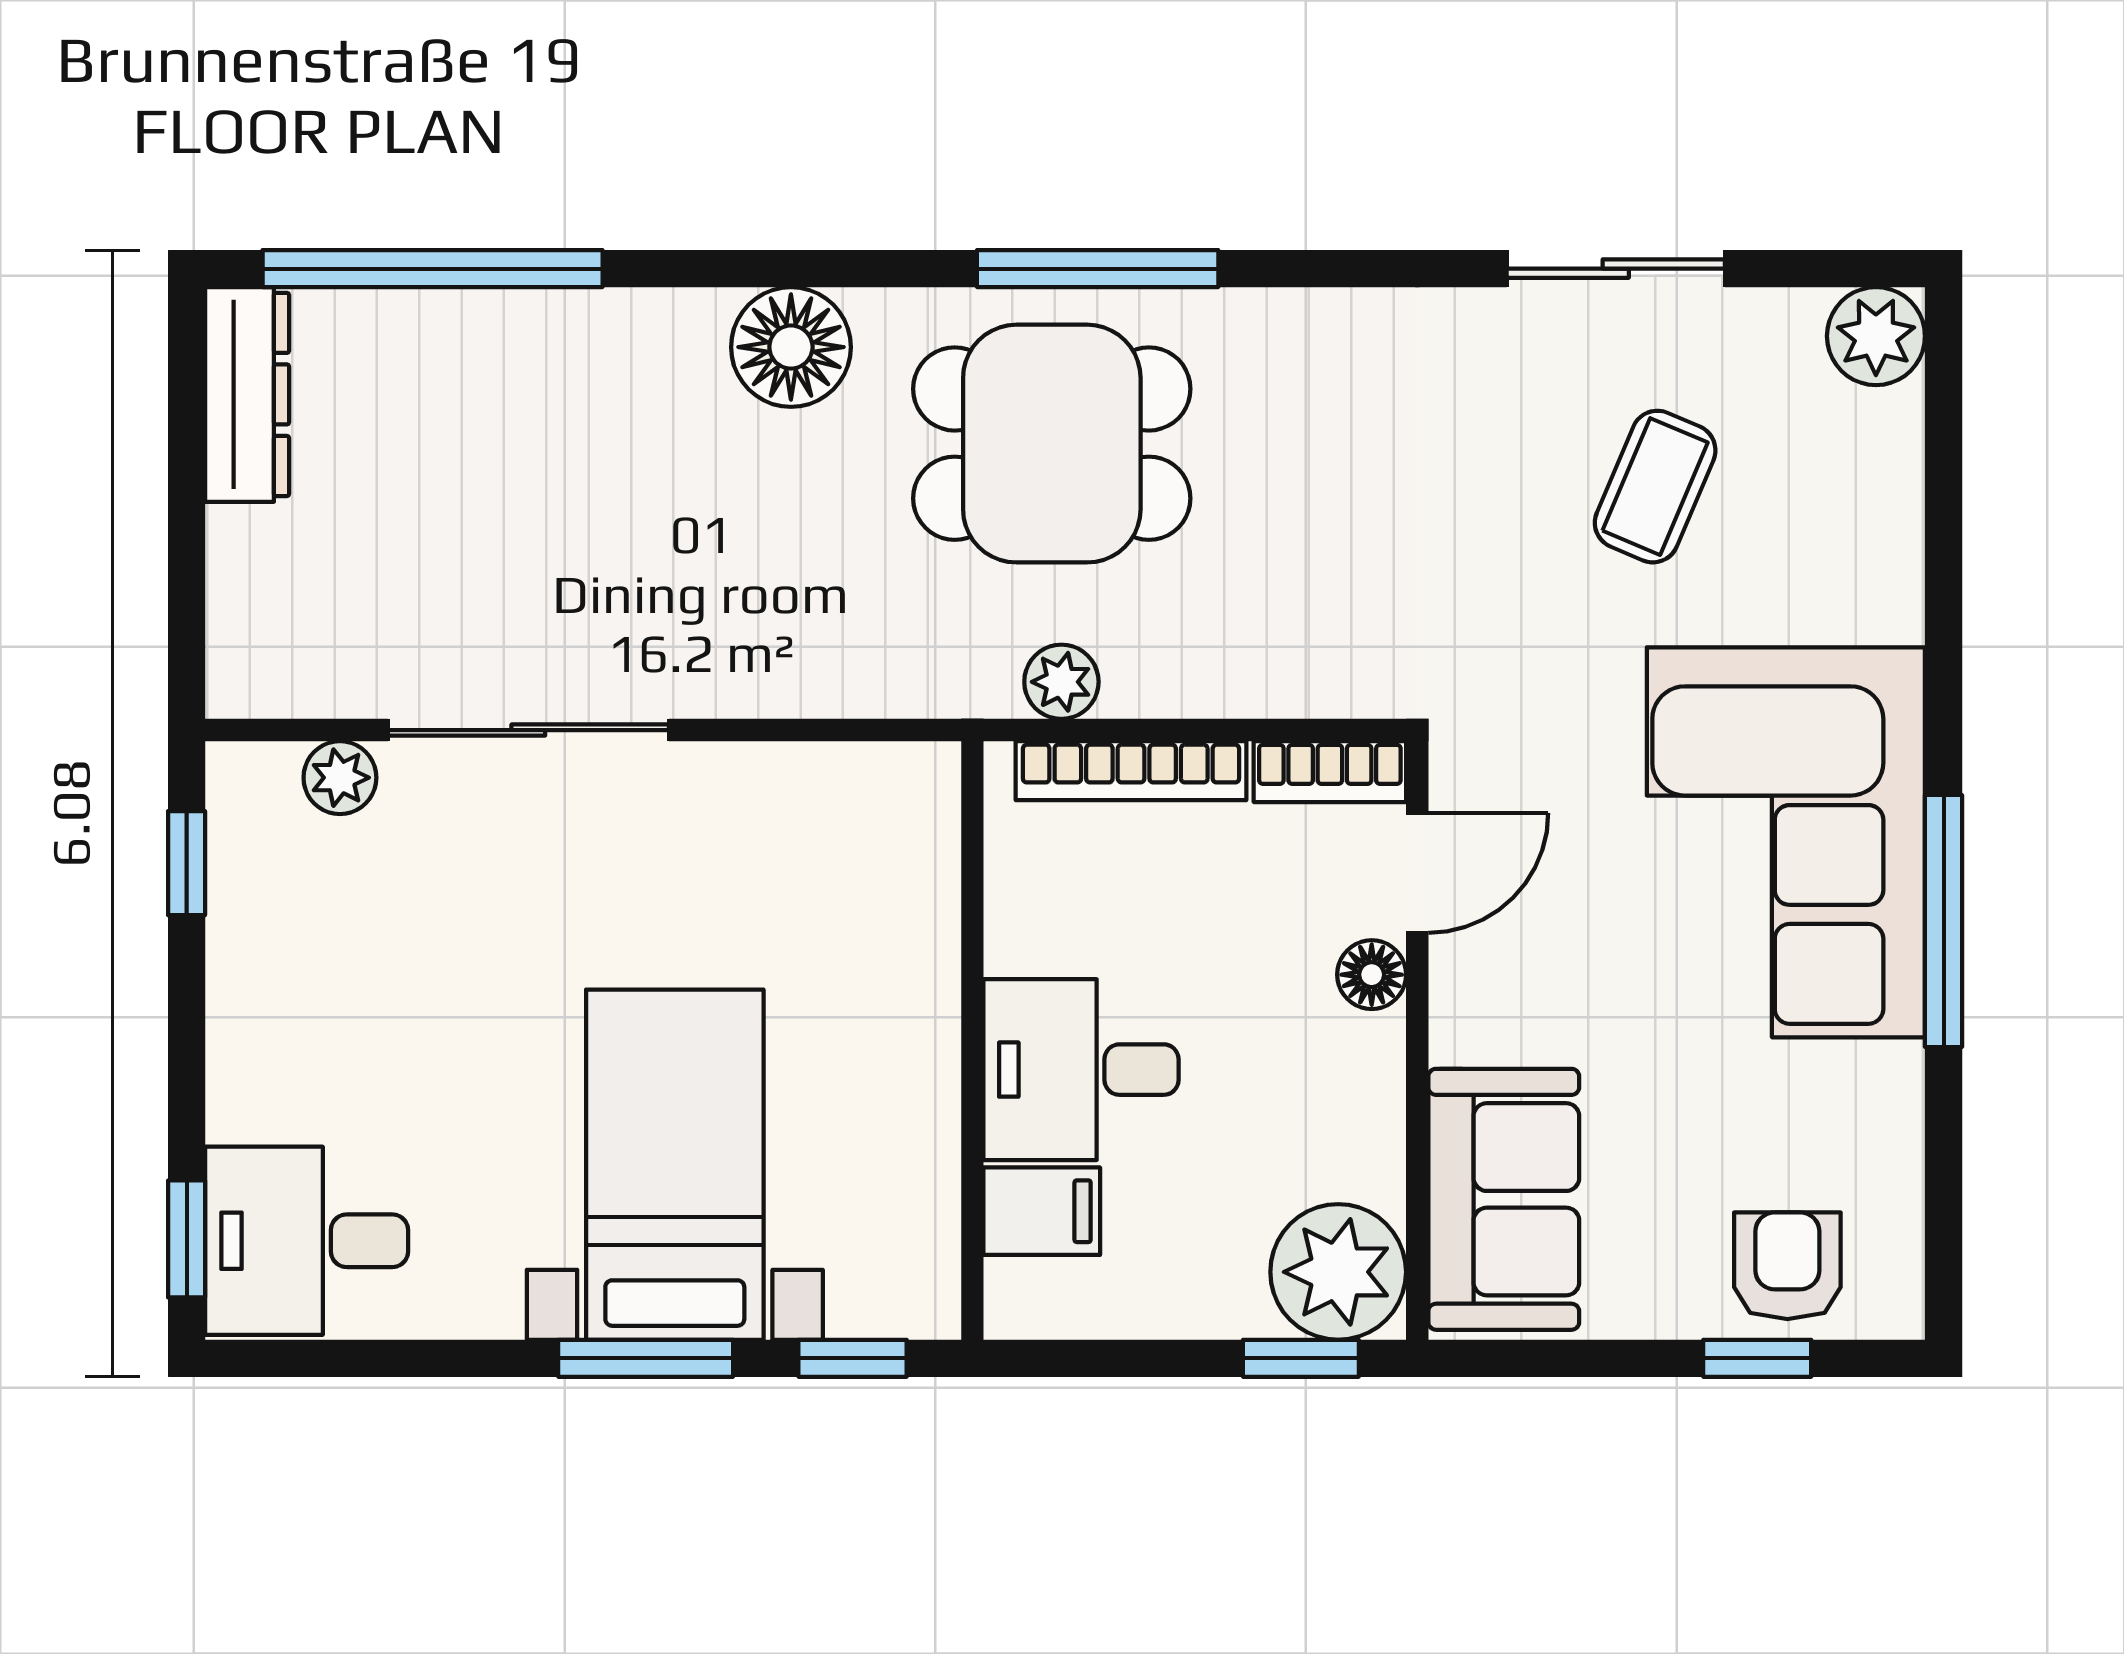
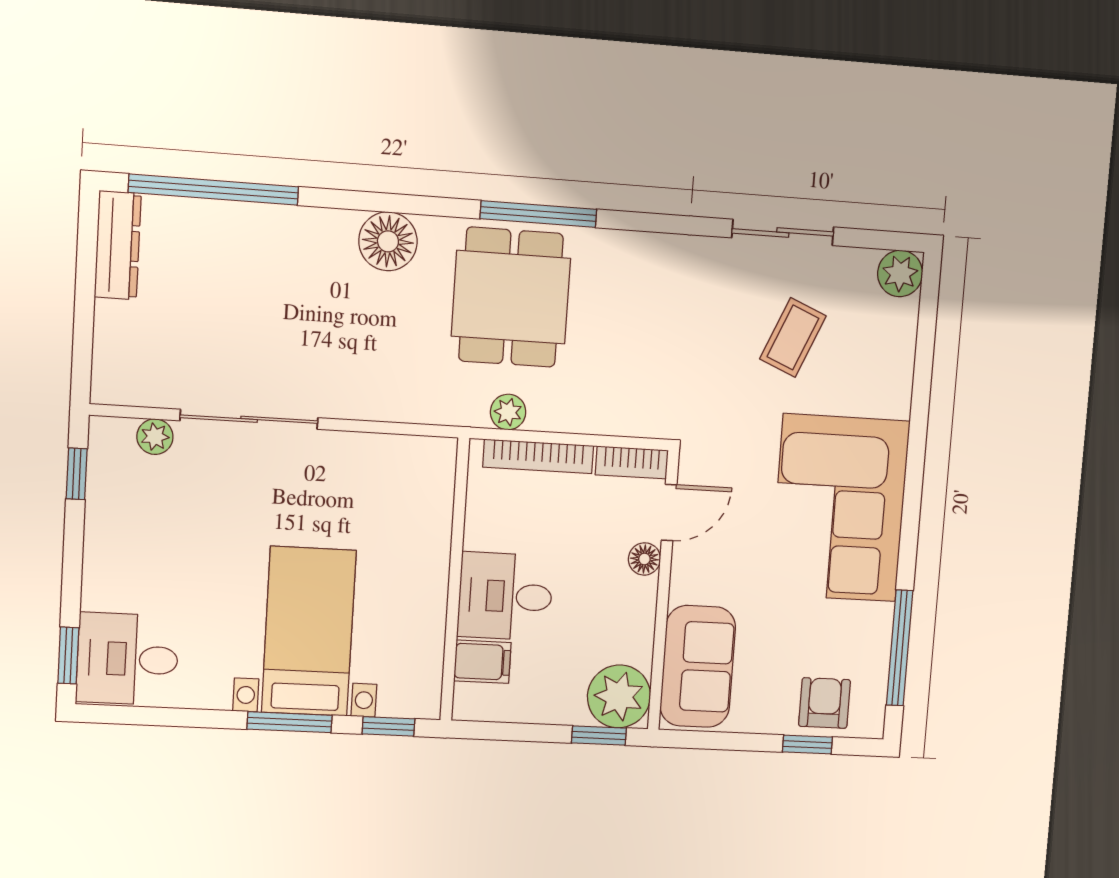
dining table: (1052, 444) -> (511, 297), turned 90
window: (1944, 921) -> (900, 648), moved

